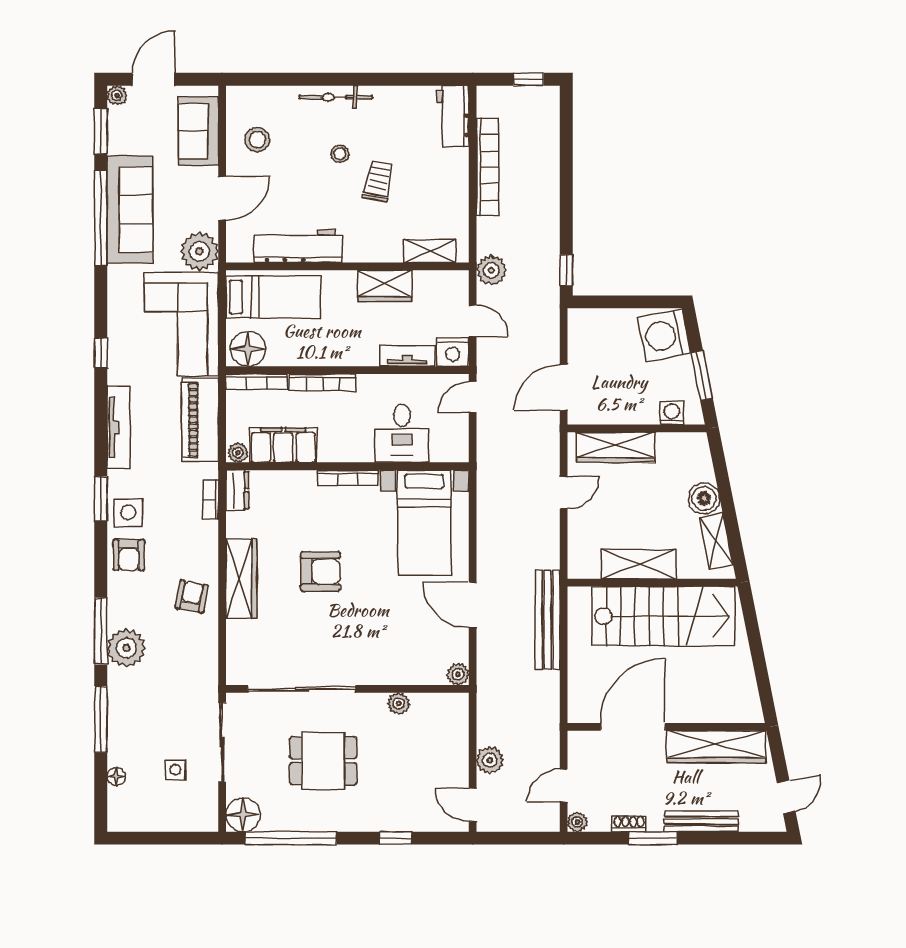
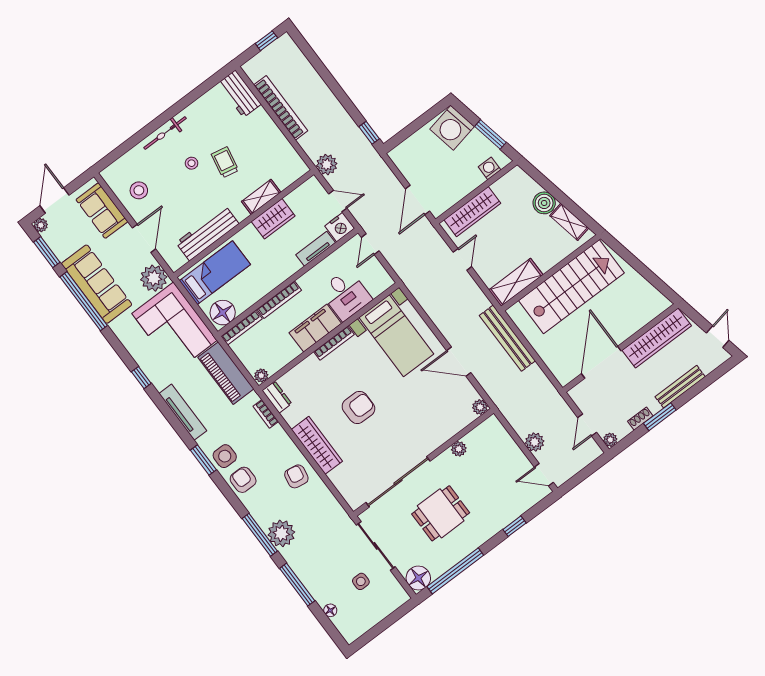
shelving: (430, 251) -> (261, 197), moved
filing cabinet: (283, 445) -> (315, 328), moved
armchair: (129, 555) -> (243, 480), turned 180
shelving: (639, 564) -> (516, 282), moved

